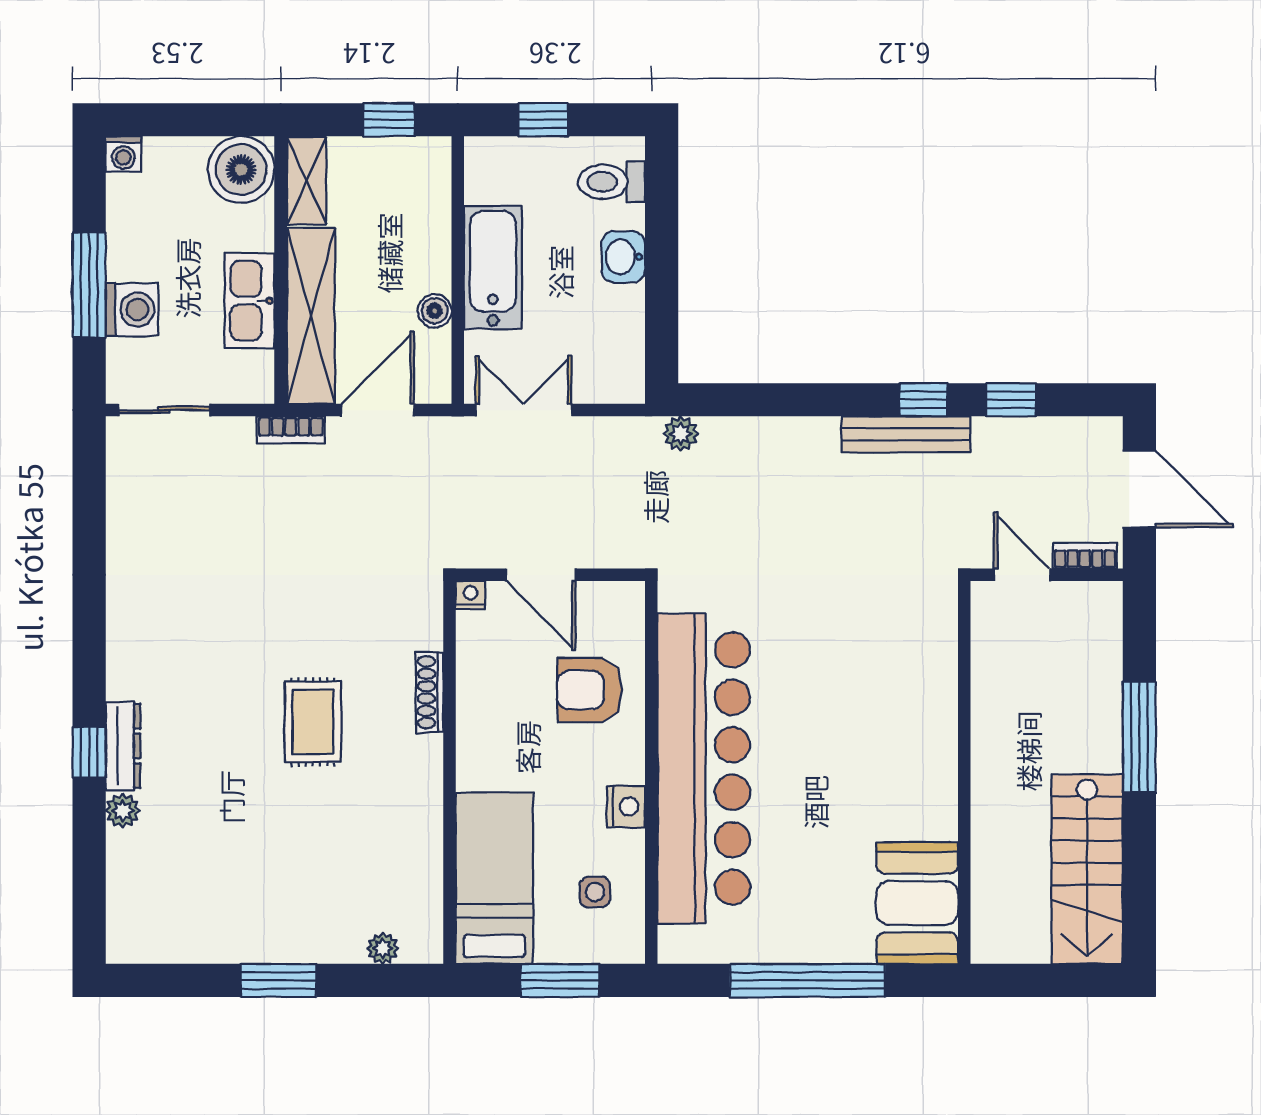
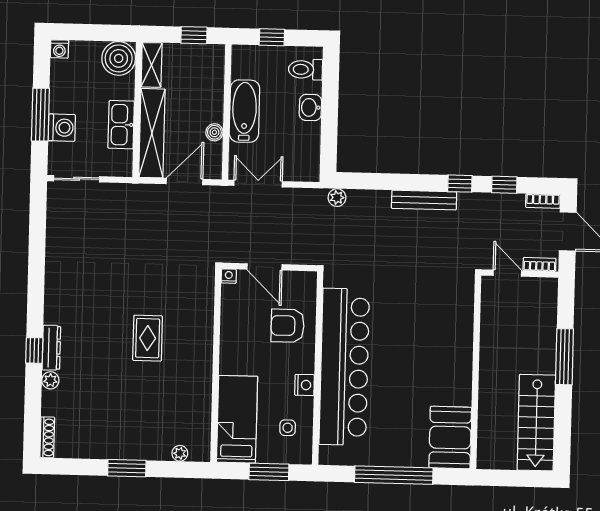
bookcase: (291, 430) -> (543, 201), moved
bench: (906, 434) -> (424, 200), moved
shoe rack: (430, 692) -> (47, 437), moved, turned 180

